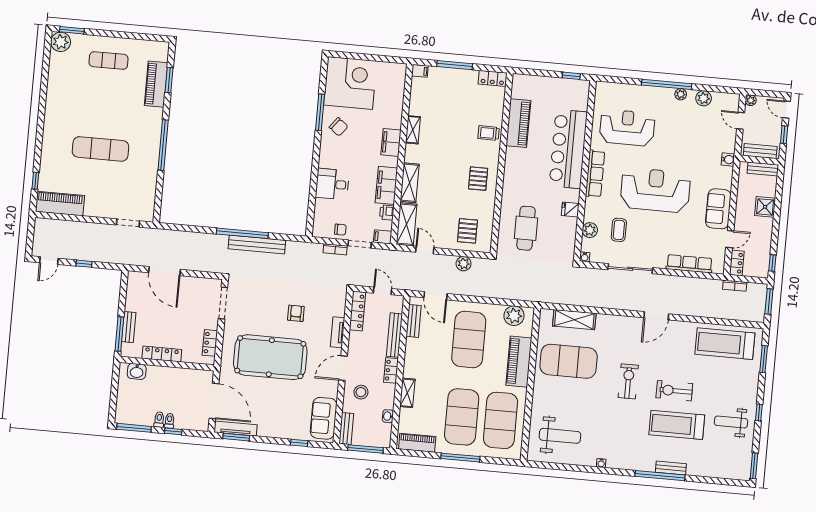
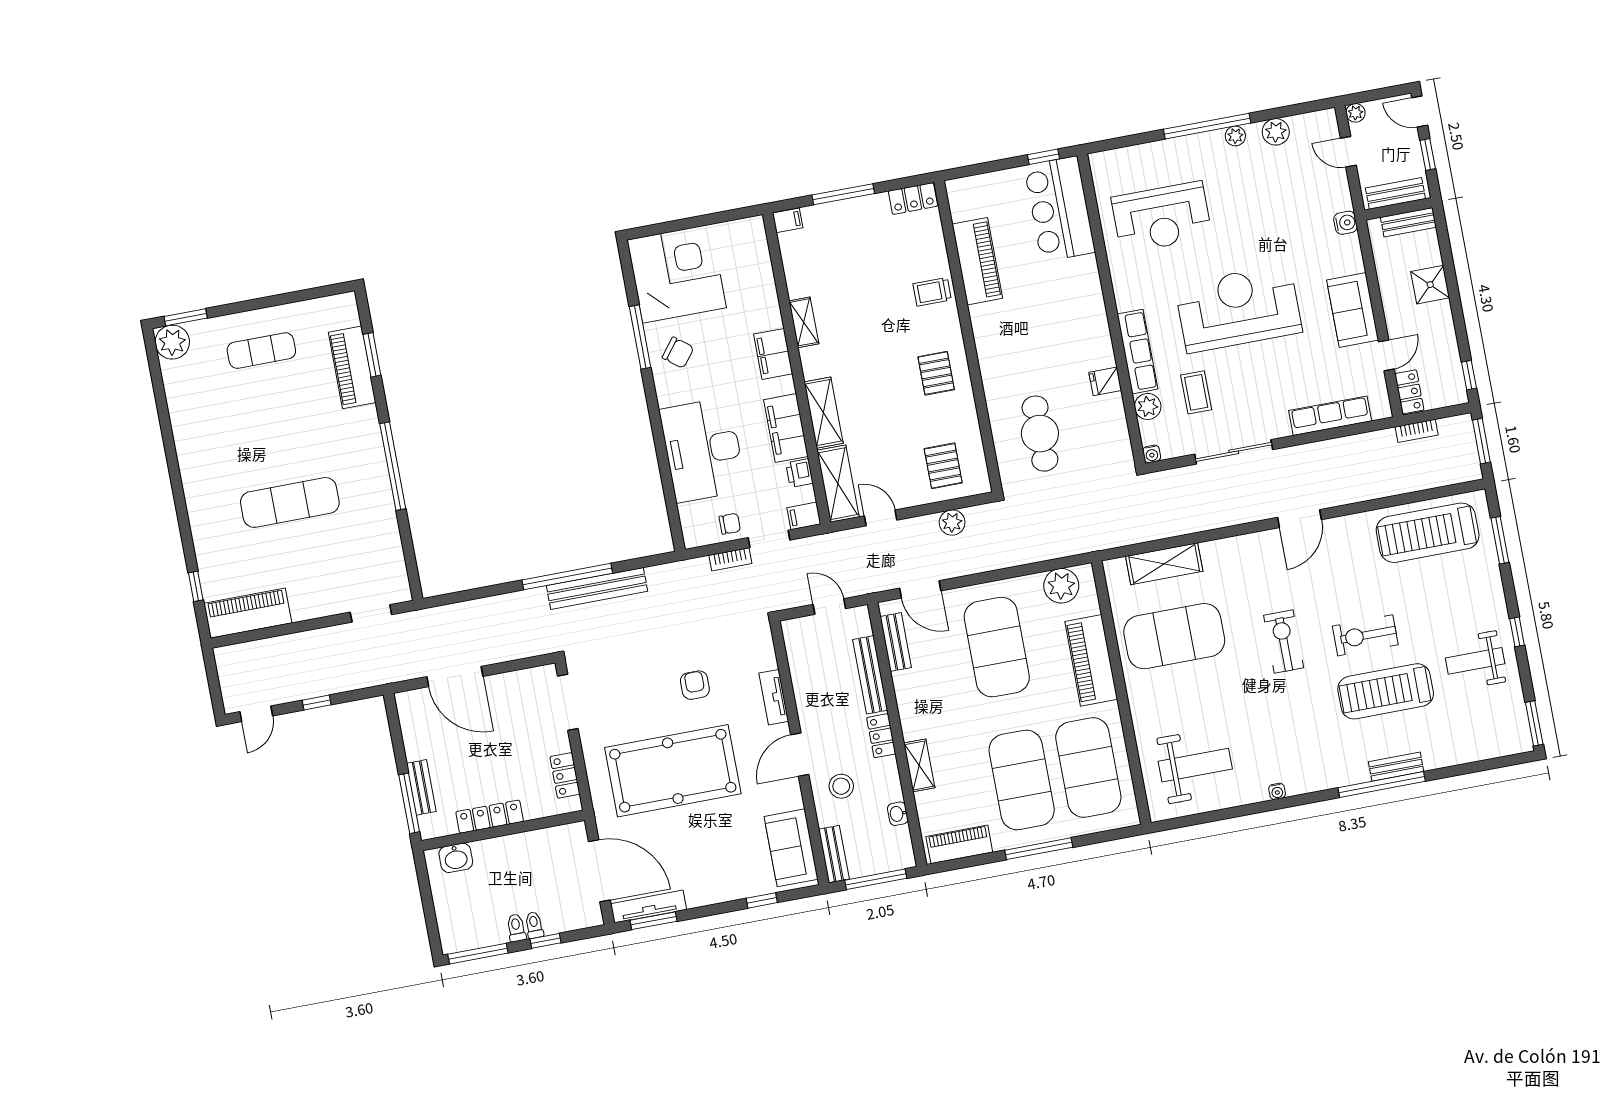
reception desk: (627, 128) -> (1162, 217), turned 180
bar counter: (568, 149) -> (1060, 209), moved, width x0.73
row of seats: (595, 174) -> (1137, 352), moved
desk: (332, 184) -> (703, 450), width x1.87, depth x1.30
locker: (357, 311) -> (797, 652), removed

